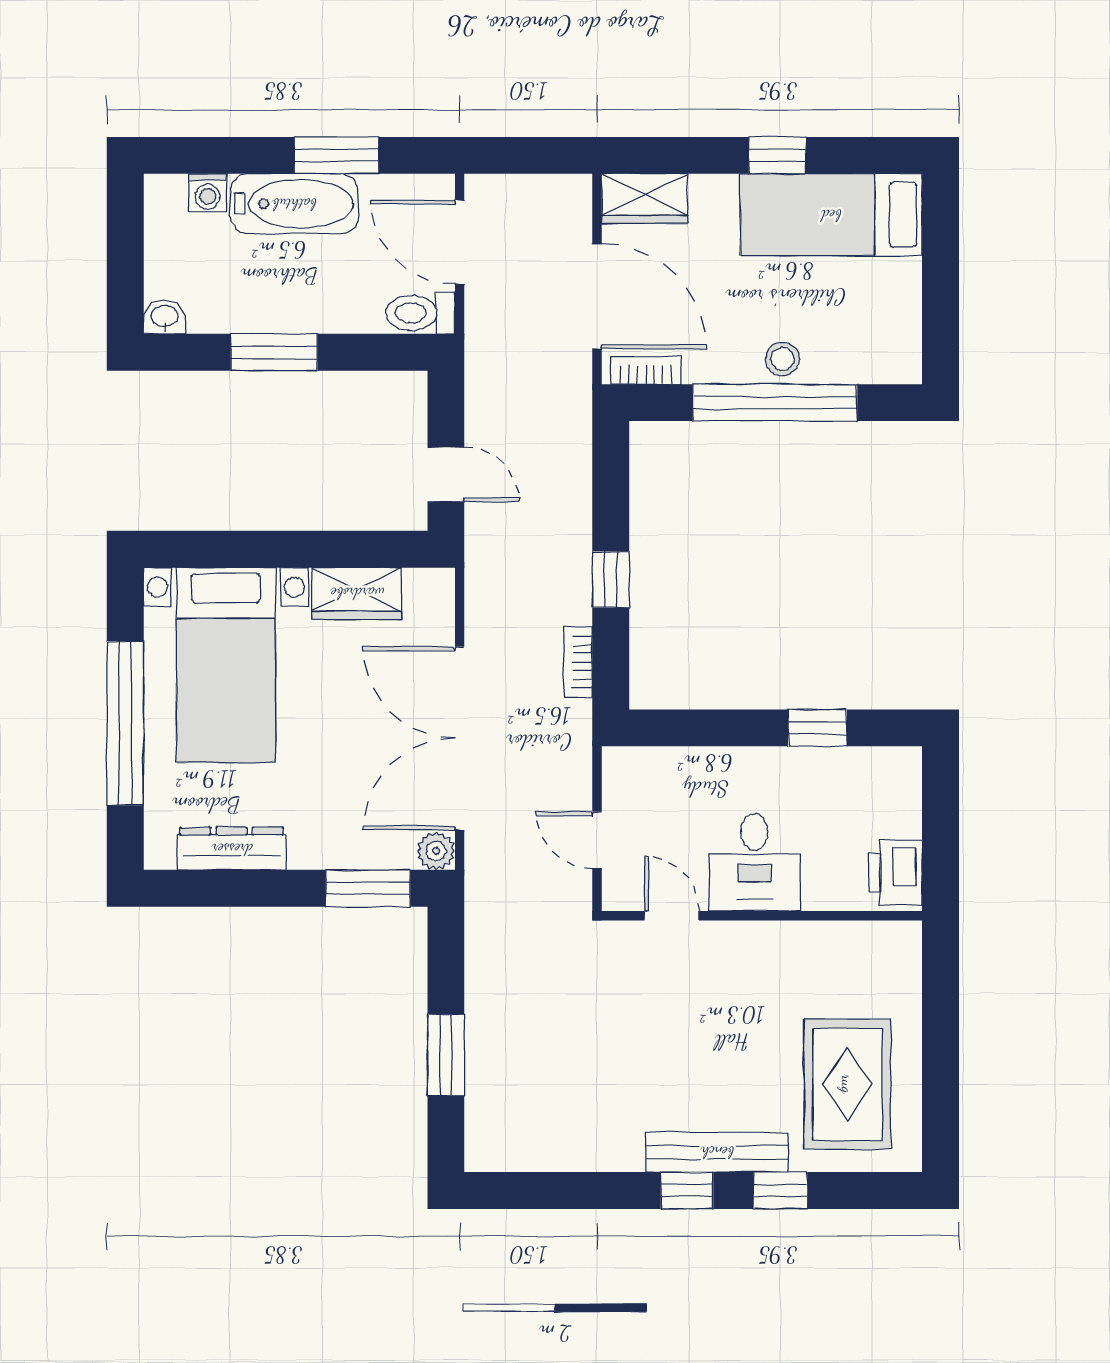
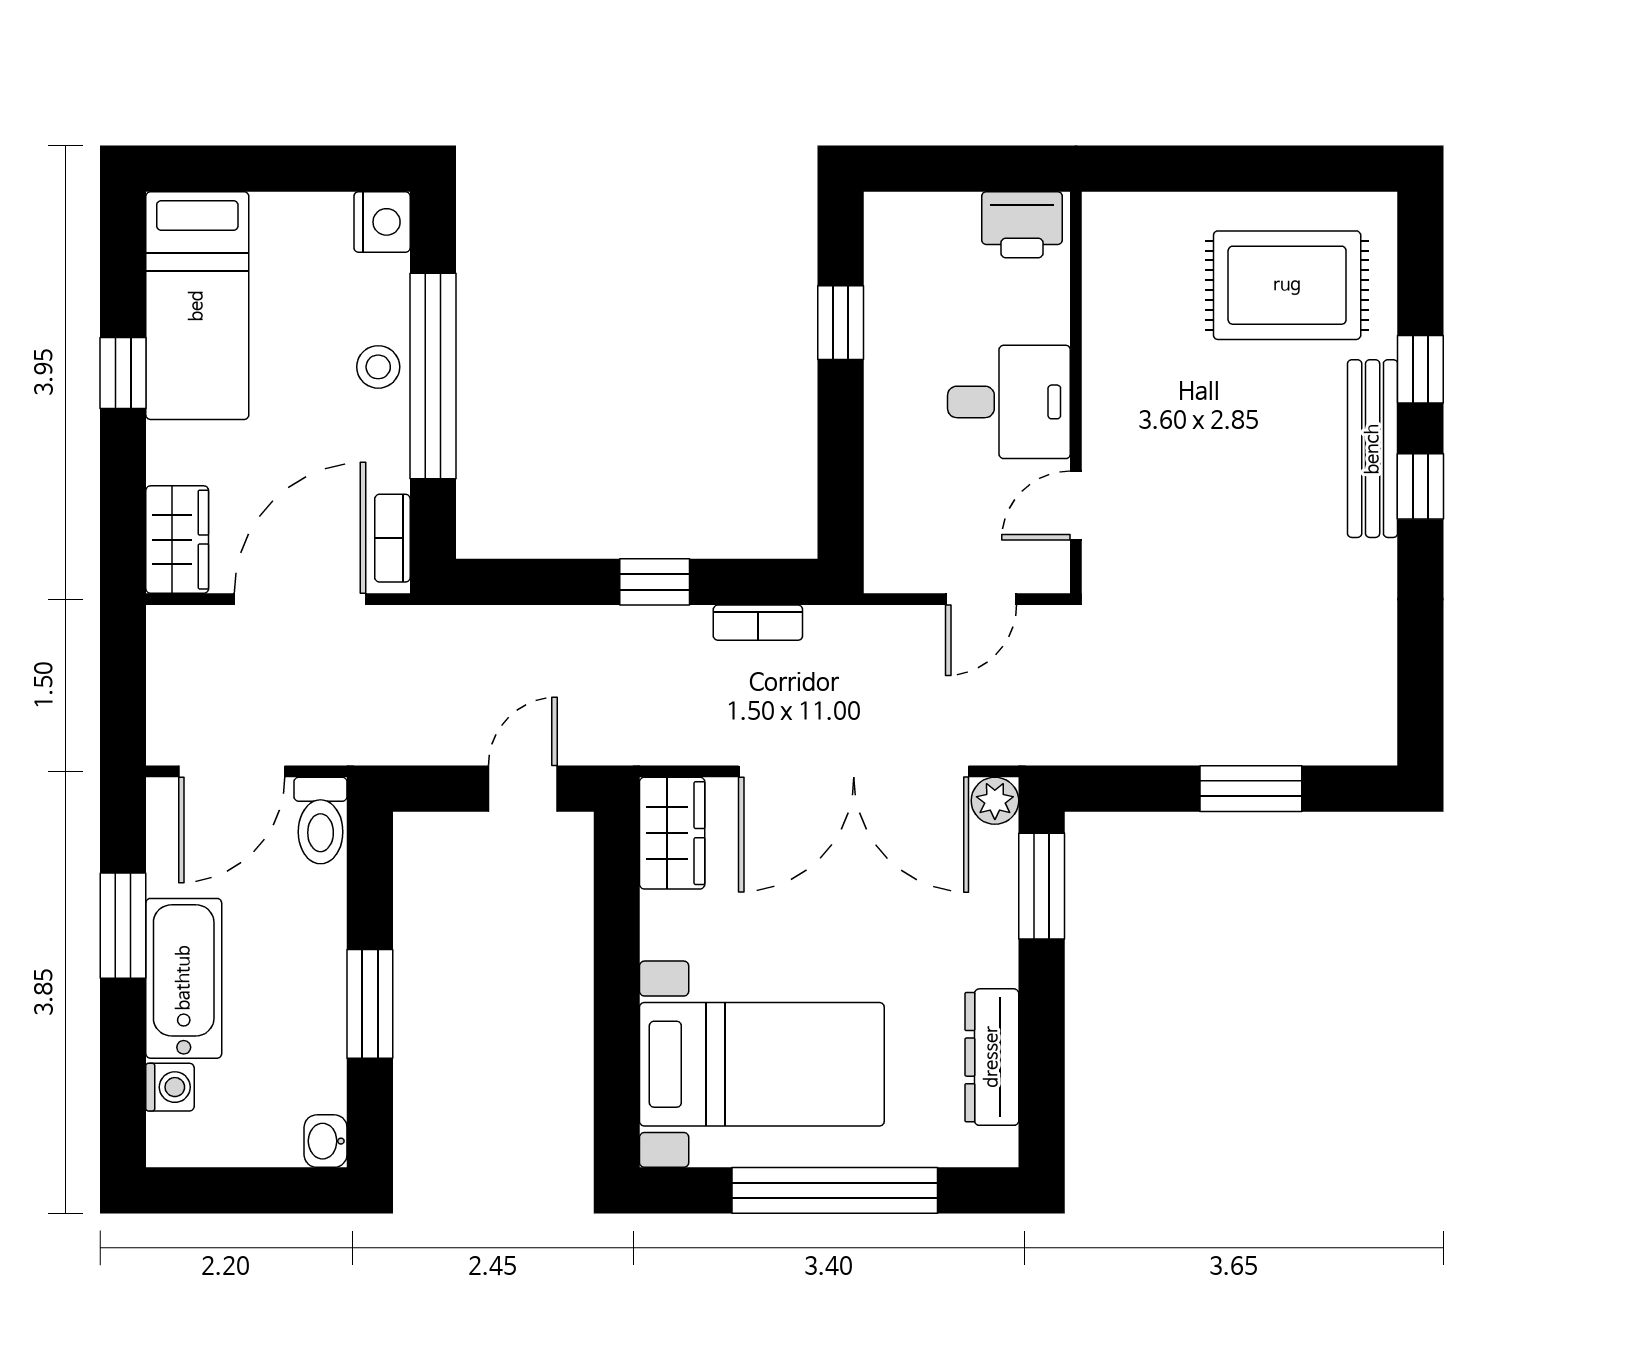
nightstand: (898, 362) -> (382, 222), added
wardrobe: (357, 593) -> (672, 833), moved

